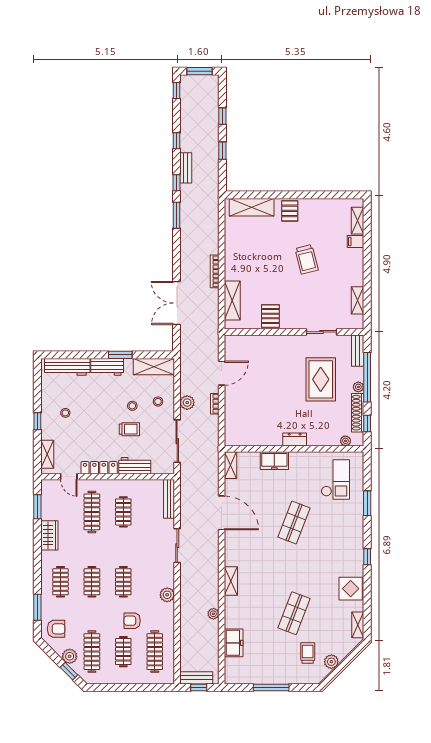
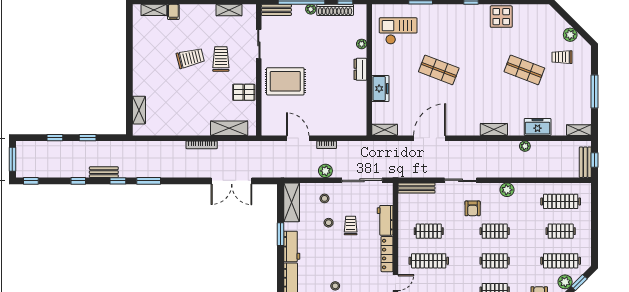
shelving: (252, 207) -> (139, 110), width x0.67, depth x0.75
pallet: (290, 211) -> (144, 74), removed
trolley: (306, 292) -> (221, 59), added
rug: (321, 379) -> (285, 81), moved
plant: (345, 441) -> (362, 44), moved
armchair: (132, 621) -> (473, 208), moved
shelving: (358, 625) -> (579, 130), moved
freezer: (234, 643) -> (538, 127), moved

